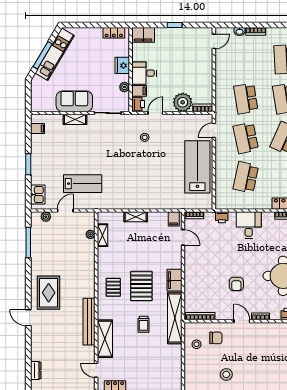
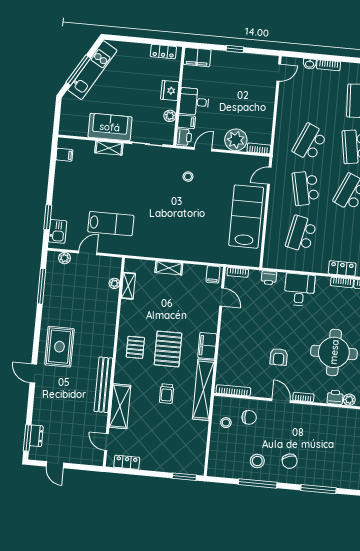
school desk: (246, 99) -> (310, 142), turned 33
window: (28, 164) -> (48, 217), moved
chair: (254, 372) -> (290, 461), added
window: (28, 373) -> (27, 438), added

